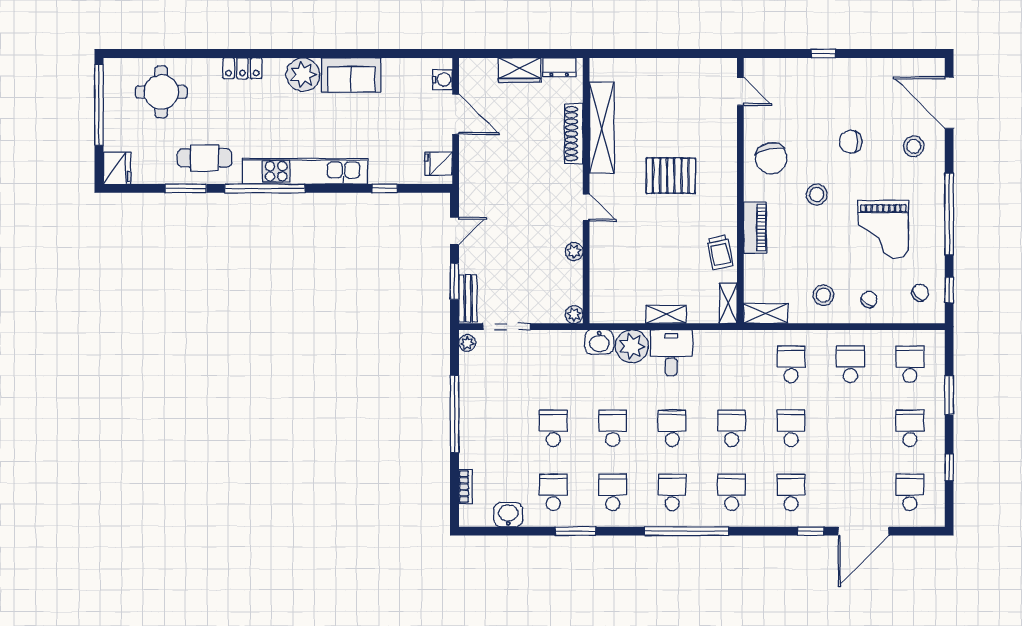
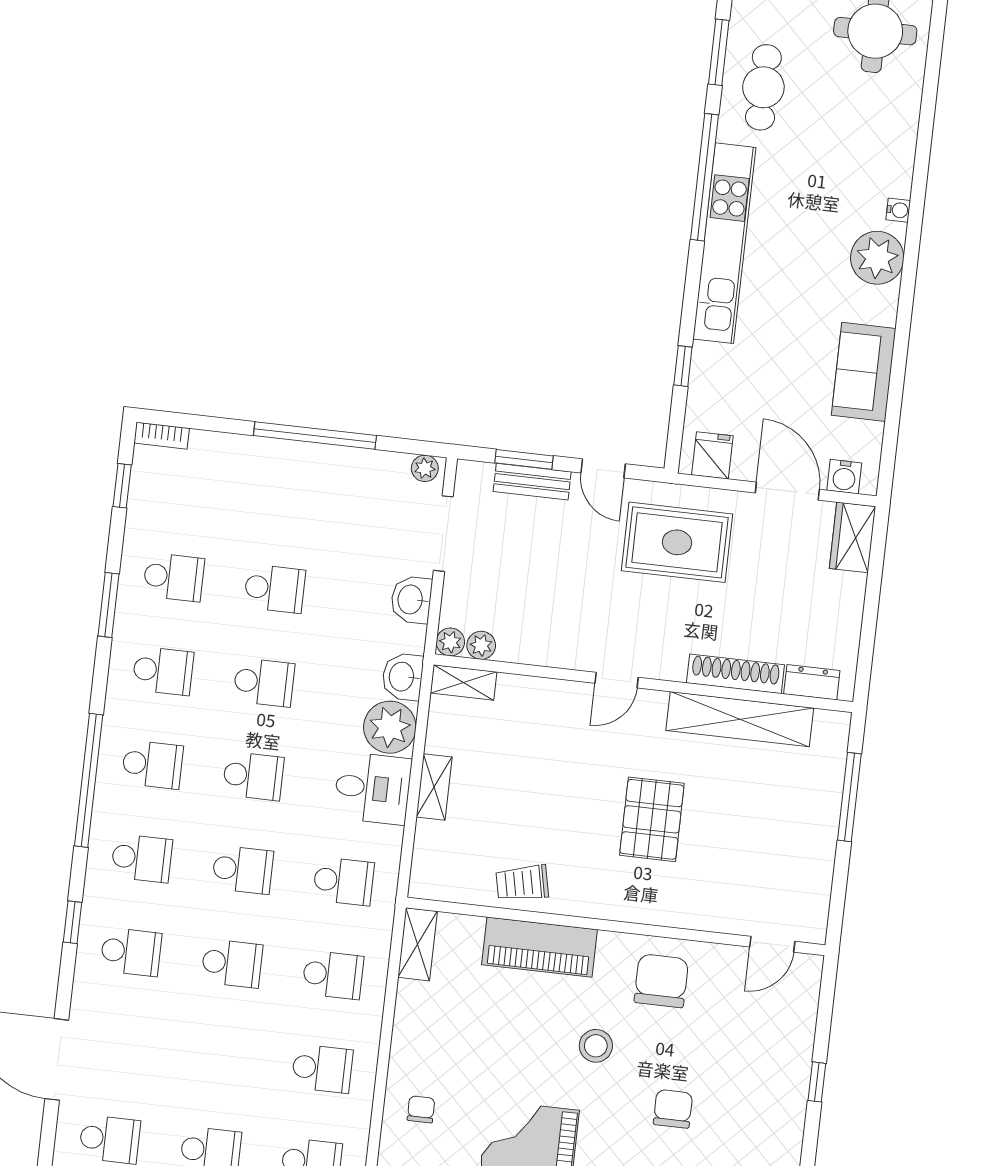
window: (643, 54) -> (849, 797), added
water cooler: (272, 65) -> (898, 210), added
dresser: (559, 67) -> (812, 682), moved, turned 90
locker: (242, 68) -> (898, 163), removed
wardrobe: (519, 70) -> (853, 537), moved
sofa: (351, 75) -> (864, 372), moved
door: (456, 114) -> (787, 491), swing flipped
chair: (771, 158) -> (661, 981), turned 102
rug: (496, 180) -> (677, 542), added
piano: (755, 228) -> (539, 947), width x1.37, depth x1.33
plant: (574, 251) -> (481, 645), moved
stool: (823, 295) -> (436, 1039), removed
bench: (468, 298) -> (532, 482), moved
chair: (869, 299) -> (421, 1109), turned -123
shelving: (728, 303) -> (464, 682), moved
school desk: (732, 364) -> (344, 881), added
bookcase: (466, 487) -> (162, 436), moved
washbasin: (508, 515) -> (411, 600), moved, turned 180
window: (500, 531) -> (122, 486), added
window: (811, 531) -> (72, 922), moved

